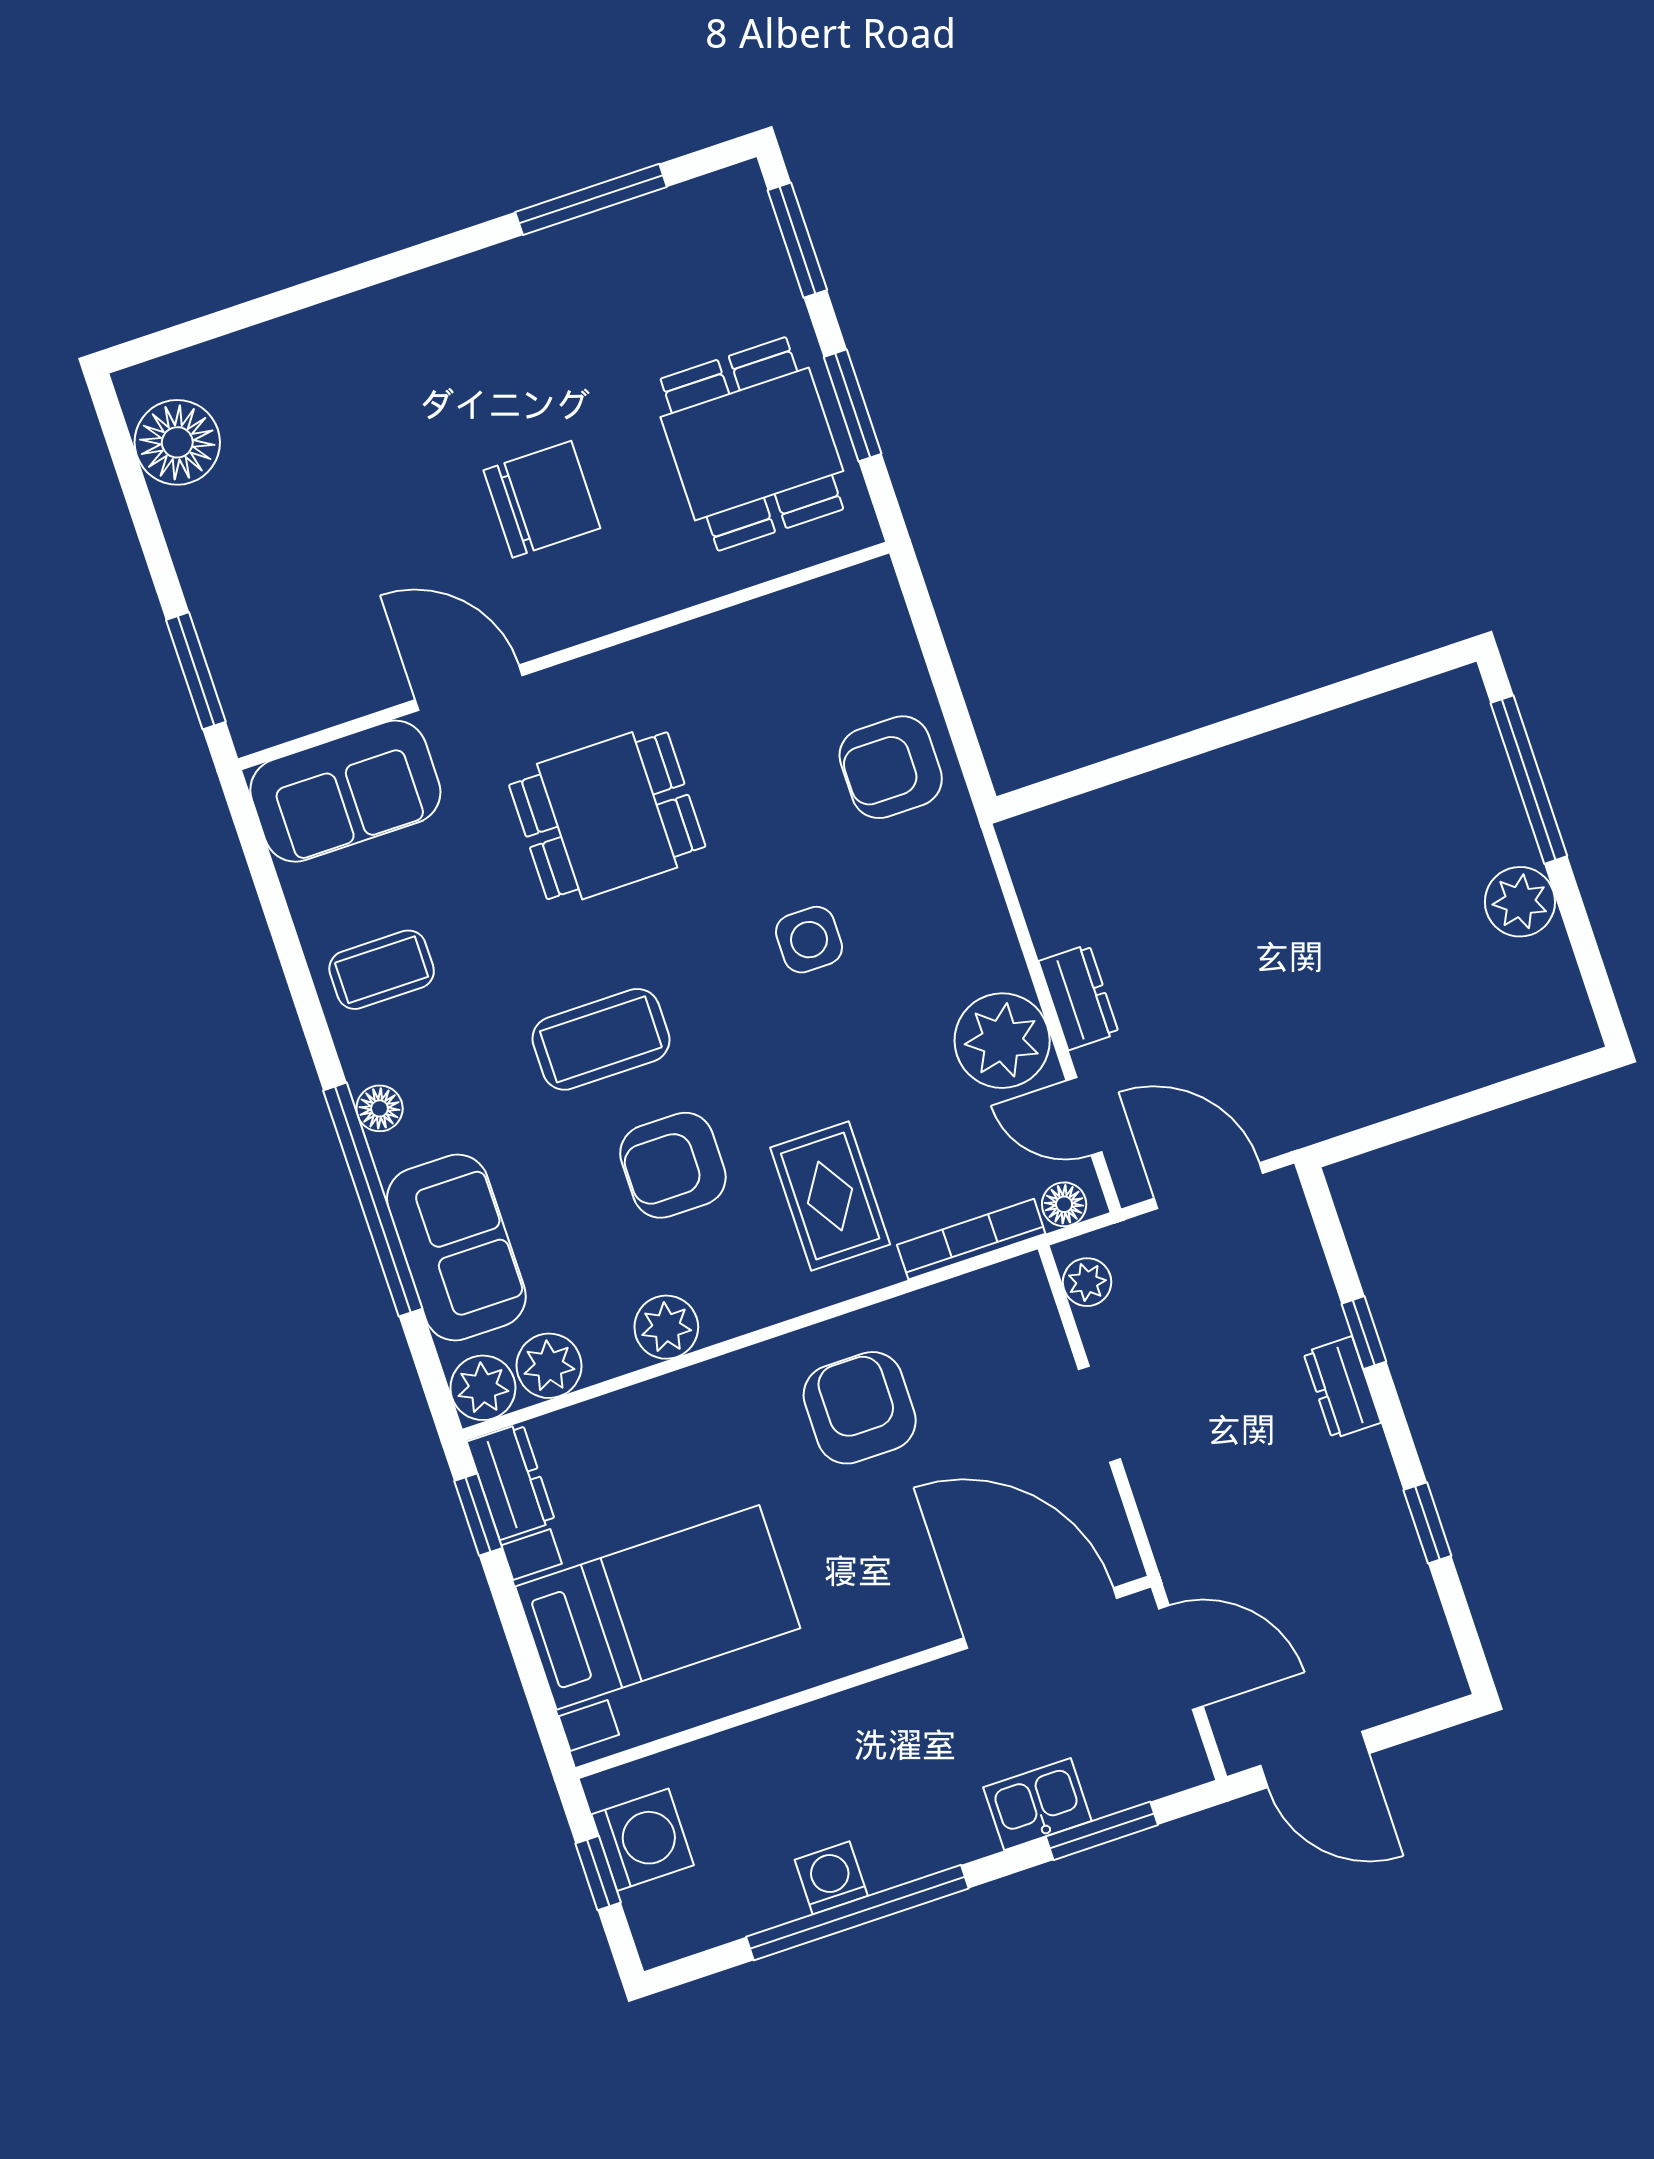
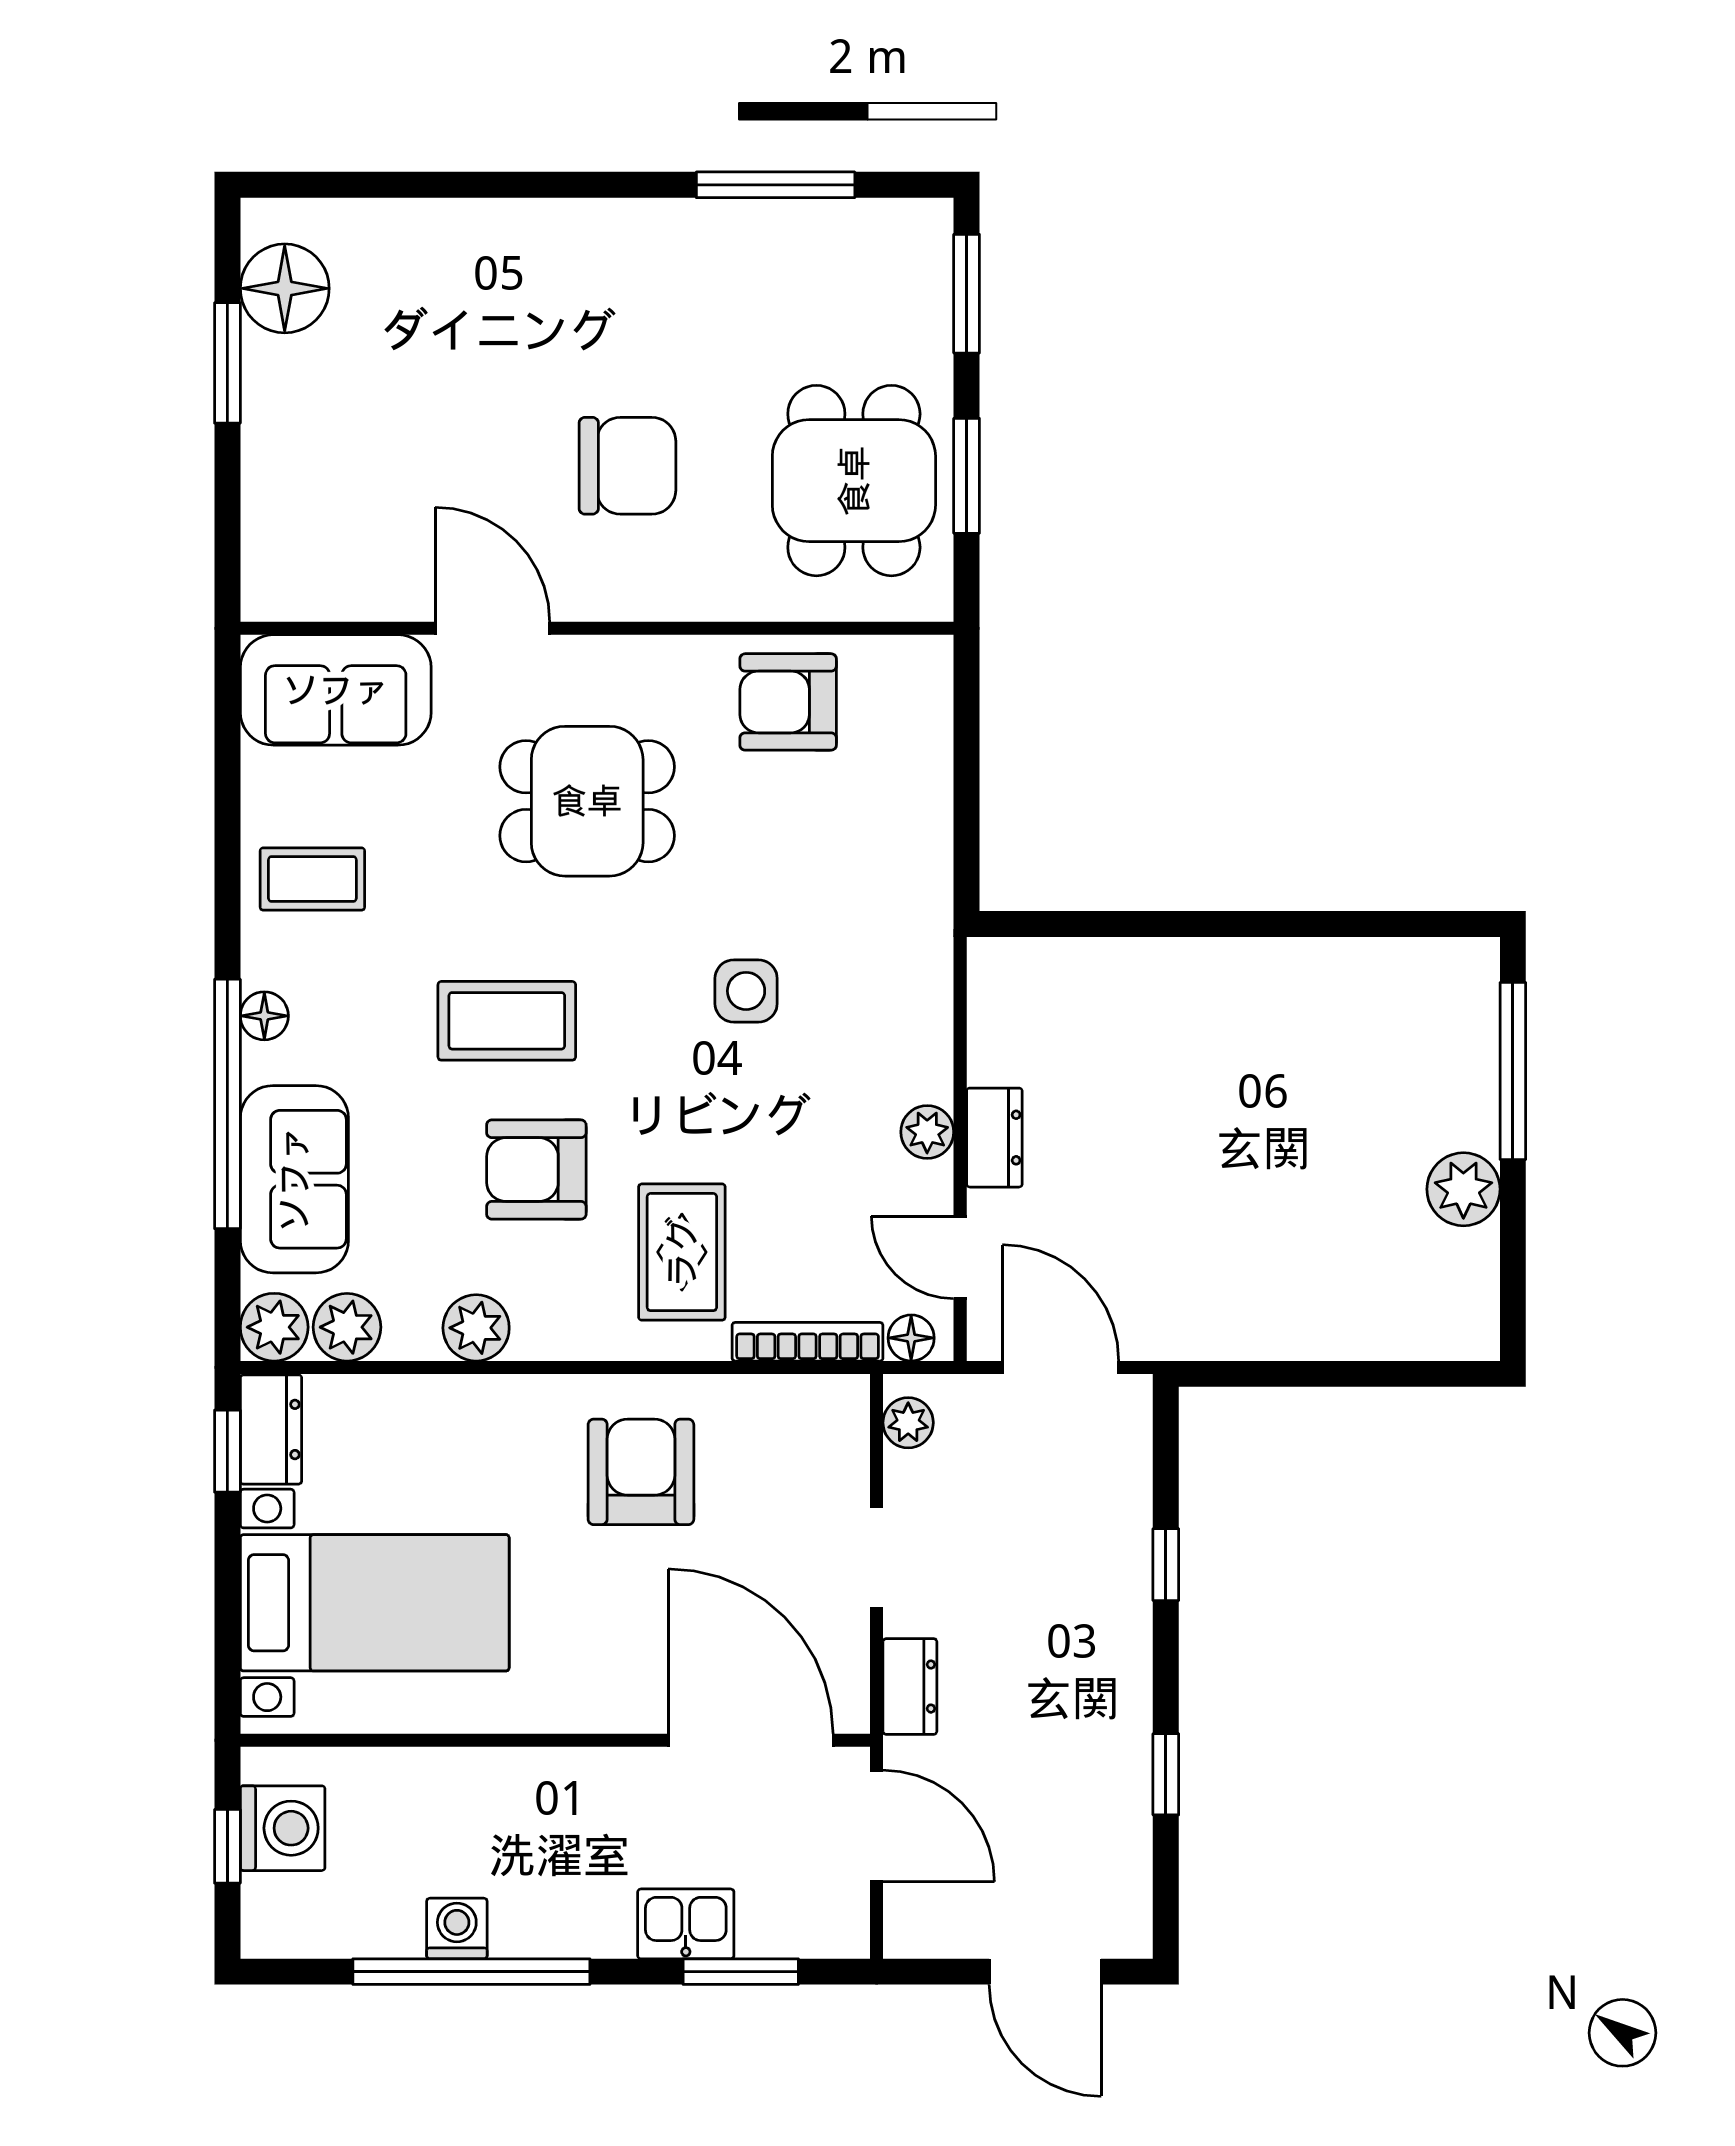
window: (196, 671) -> (227, 363), moved
armchair: (891, 767) -> (788, 702), moved
plant: (1002, 1041) -> (927, 1132), width x0.53, depth x0.53
dresser: (1342, 1388) -> (910, 1687), moved, turned 180
door: (1315, 1760) -> (1045, 1972), moved

